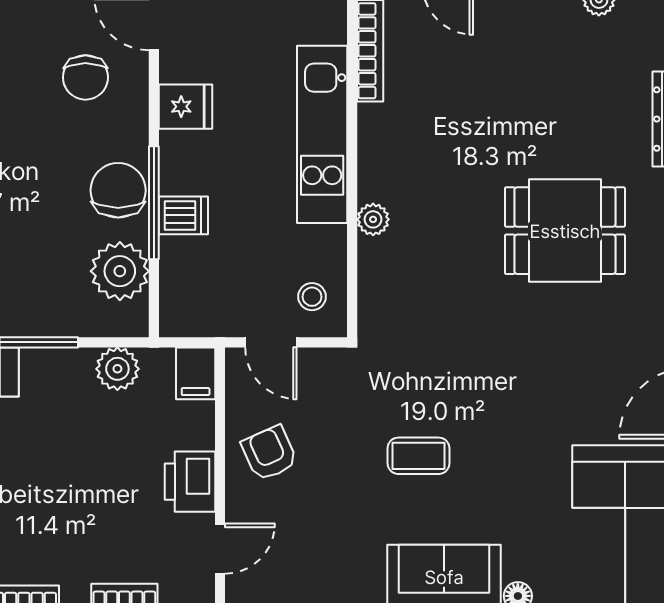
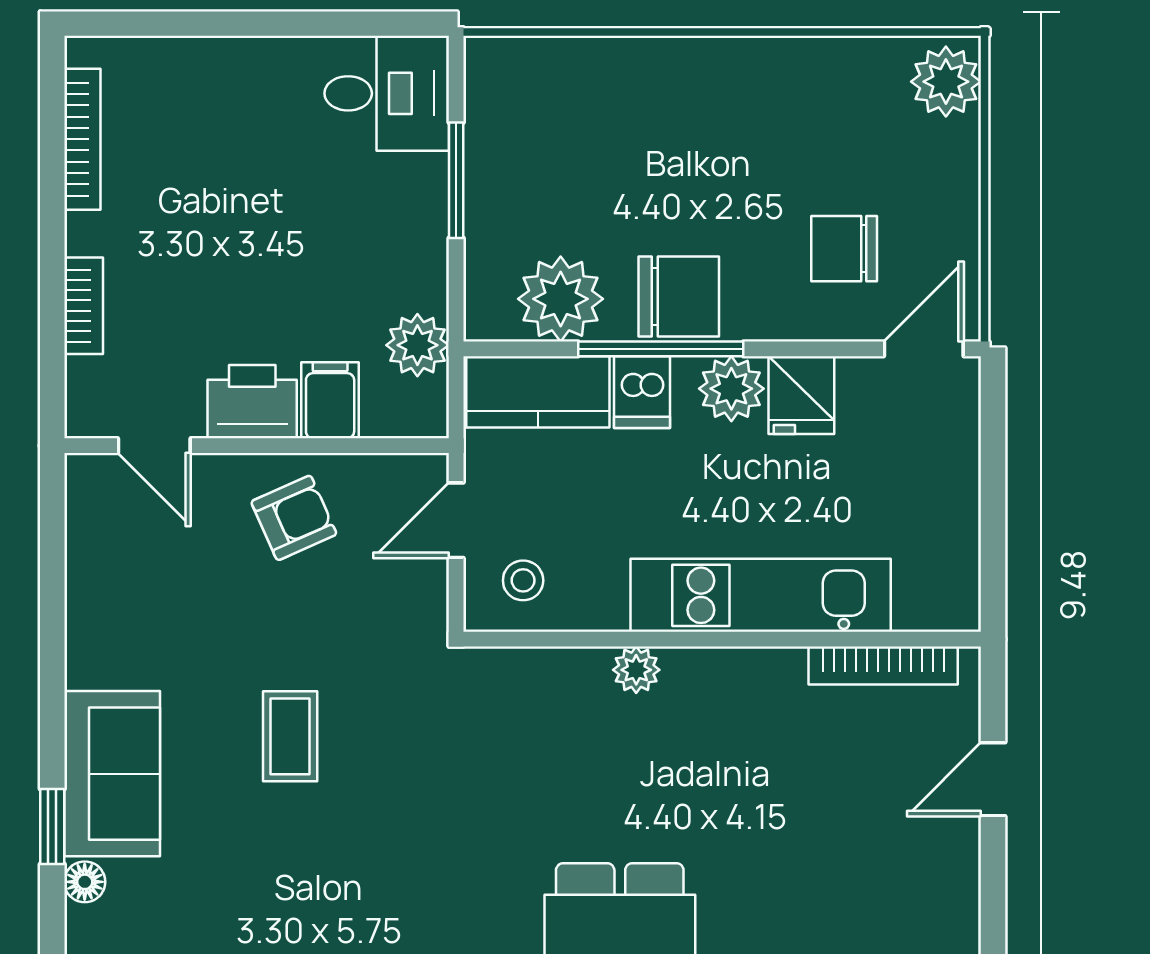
plant: (181, 154) -> (731, 389), added
kitchen counter: (183, 287) -> (538, 392), added
plant: (117, 369) -> (417, 345), moved
filing cabinet: (196, 373) -> (330, 400), moved, turned 90

